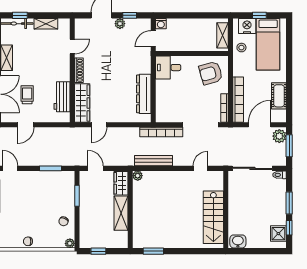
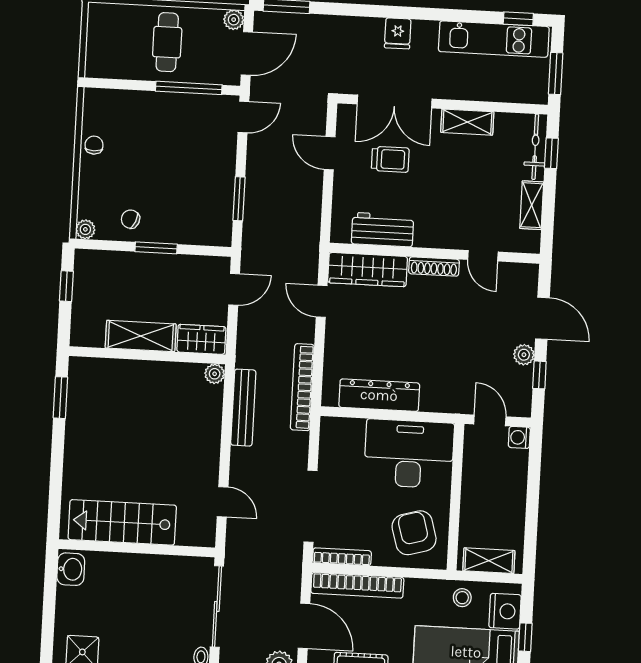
desk: (168, 68) -> (409, 454), width x1.87, depth x1.30
bookcase: (161, 132) -> (302, 387), moved
window: (77, 196) -> (156, 248), moved

